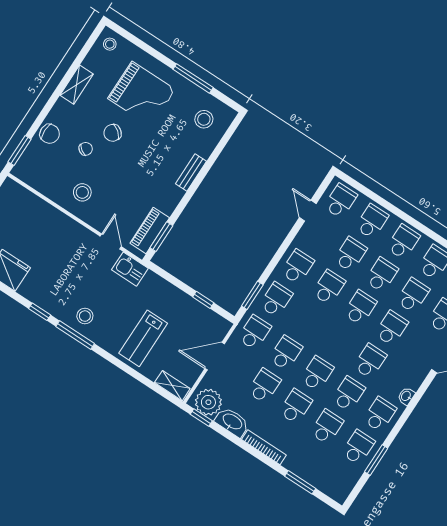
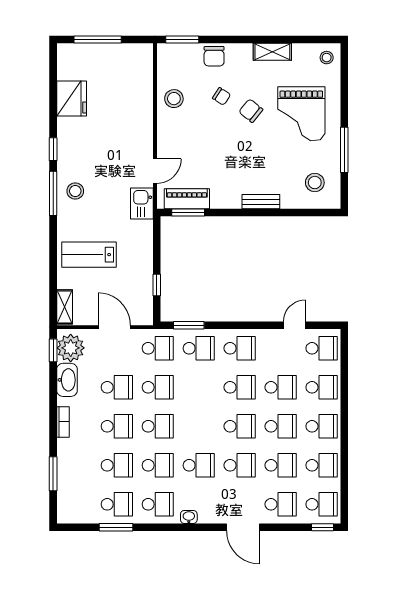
stool: (82, 192) -> (174, 99), moved
bookcase: (264, 447) -> (63, 422), width x0.64

